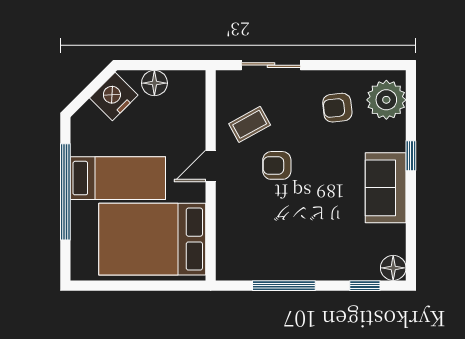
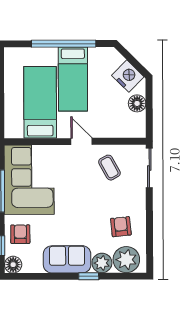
sliding door: (271, 65) -> (149, 168), moved
plant: (391, 136) -> (102, 263), added
armchair: (277, 165) -> (20, 234), moved
bed: (152, 239) -> (40, 102), width x0.67
corner sofa: (267, 244) -> (29, 180), added

